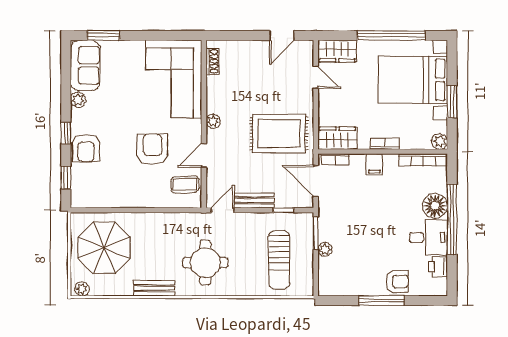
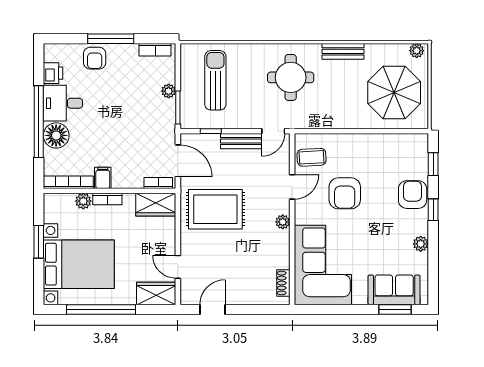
sofa: (85, 65) -> (394, 290), moved, turned 90
plant: (440, 141) -> (83, 201), moved
filing cabinet: (374, 164) -> (103, 178), moved
armchair: (397, 282) -> (95, 58), turned -90
bookcase: (338, 290) -> (155, 50), added

